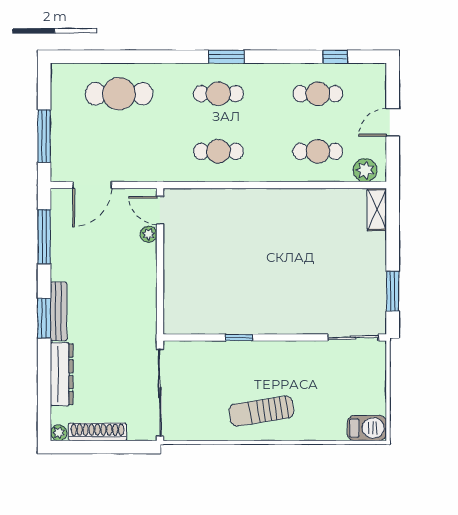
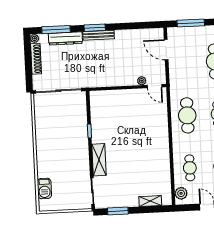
cafe table: (218, 151) -> (187, 115), width x1.37, depth x1.35
shelving: (377, 209) -> (150, 201), moved
door: (160, 210) -> (155, 86), swing flipped
window: (44, 237) -> (56, 30), moved
shelving: (294, 322) -> (99, 160), added
sun lounger: (261, 411) -> (51, 145), removed
barbecue: (367, 428) -> (44, 189), moved

